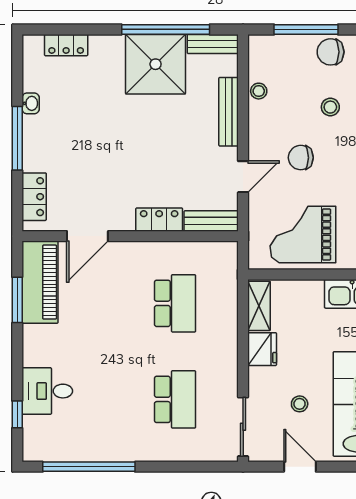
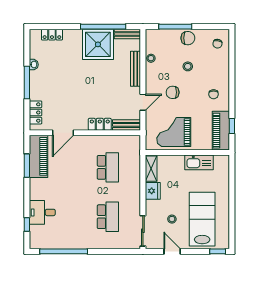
chair: (331, 52) -> (188, 38), turned 180

